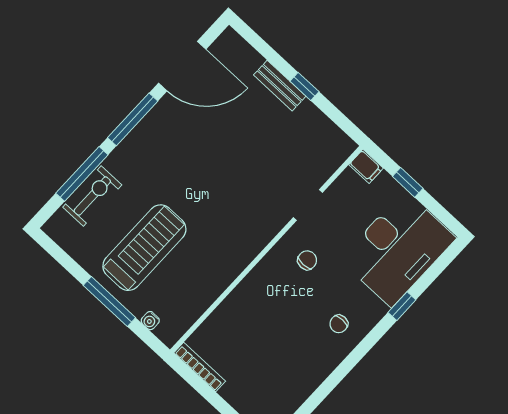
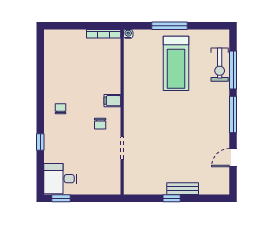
door: (182, 66) -> (233, 158), width x0.53
filing cabinet: (366, 166) -> (112, 101), moved
window: (408, 182) -> (61, 198), moved
desk: (398, 249) -> (60, 179), width x0.53, depth x0.77
water cooler: (150, 321) -> (128, 34), moved

